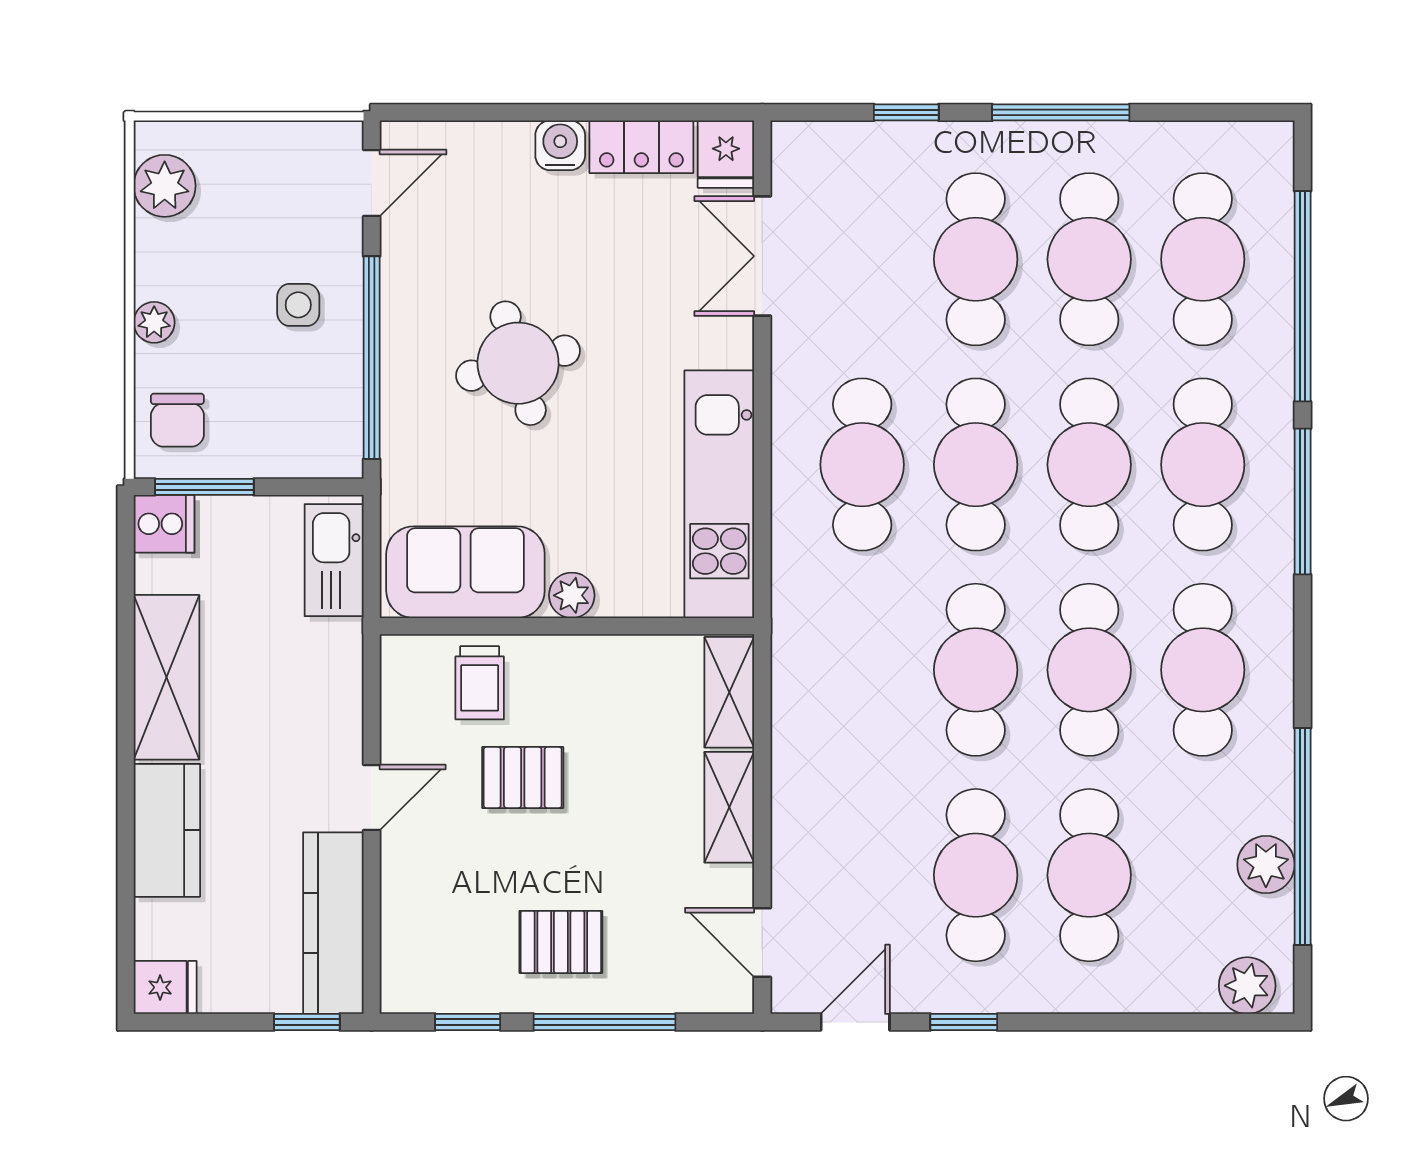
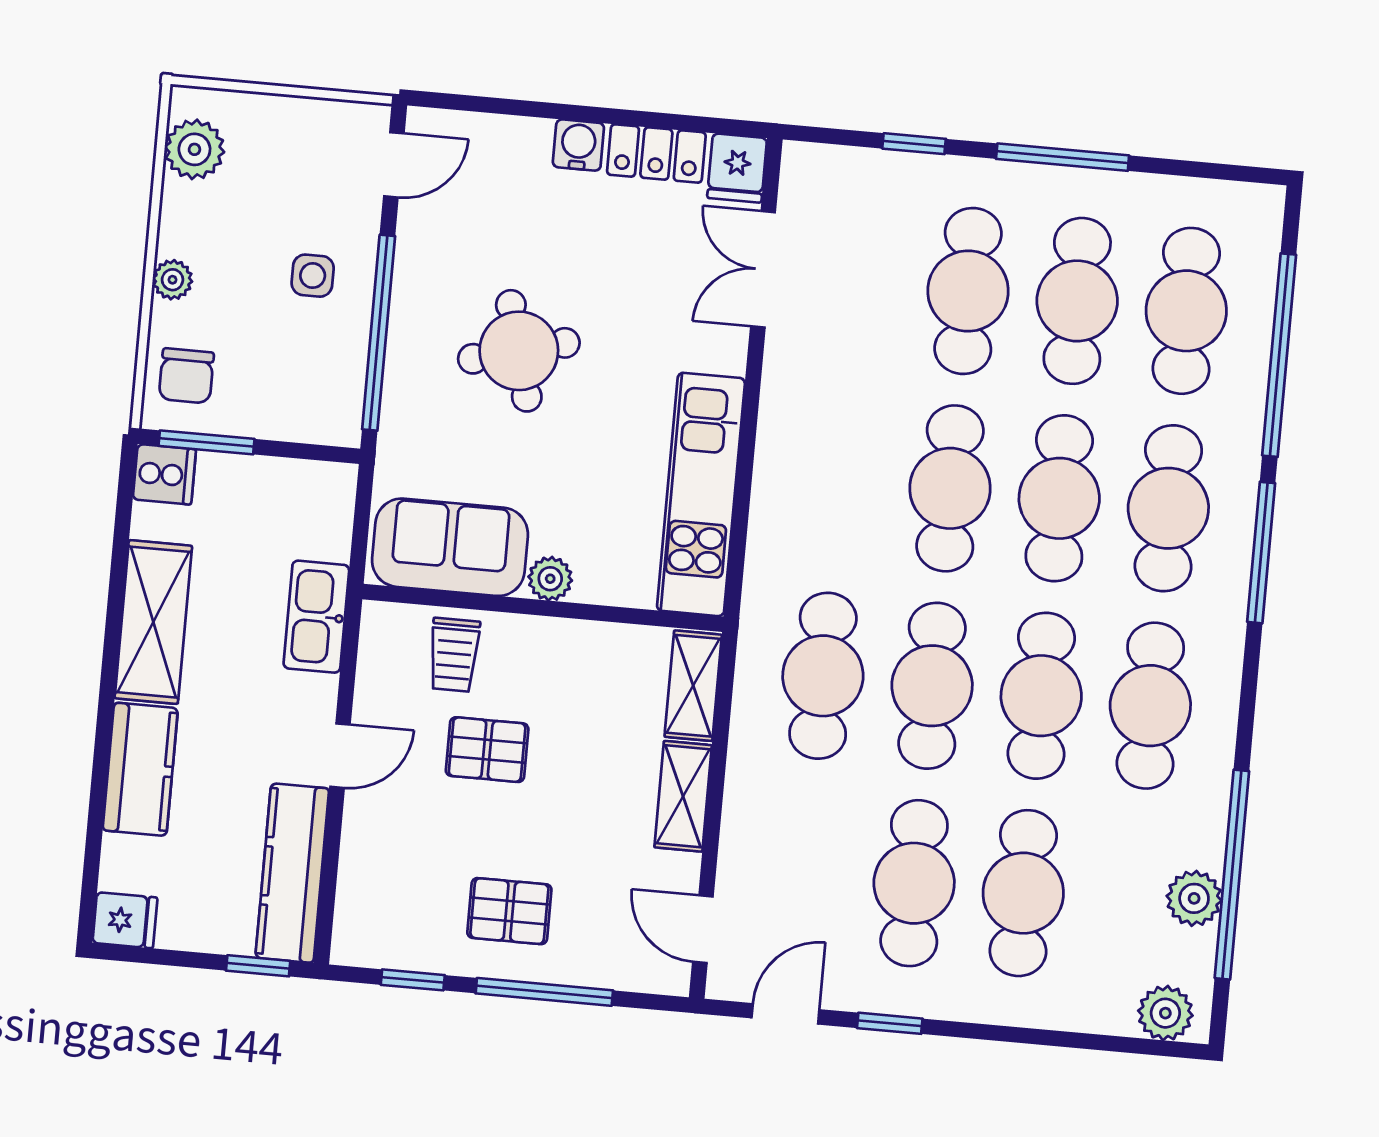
cafe table: (862, 465) -> (823, 676), moved
kitchen sink: (334, 560) -> (316, 617), moved

